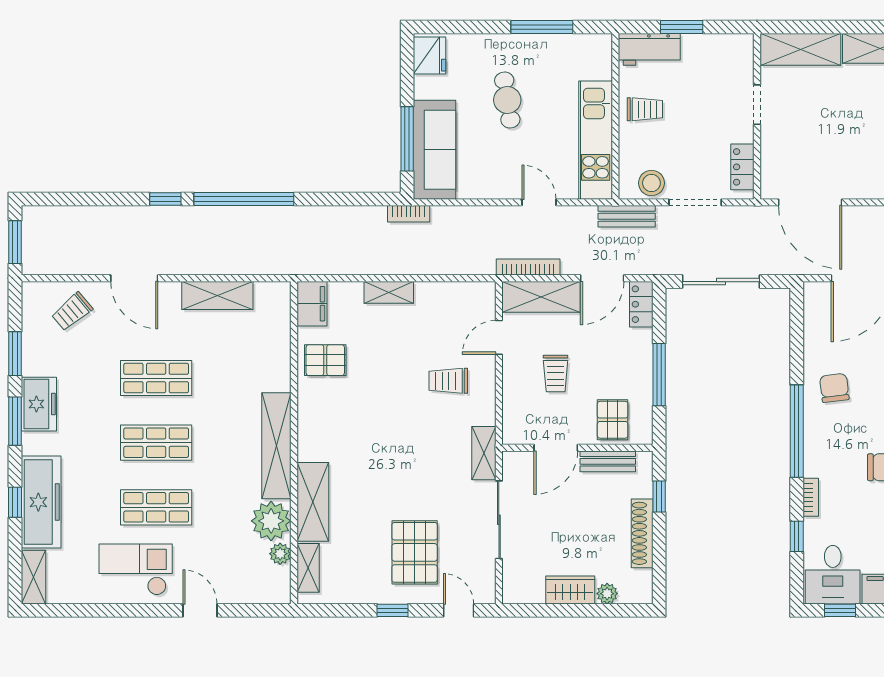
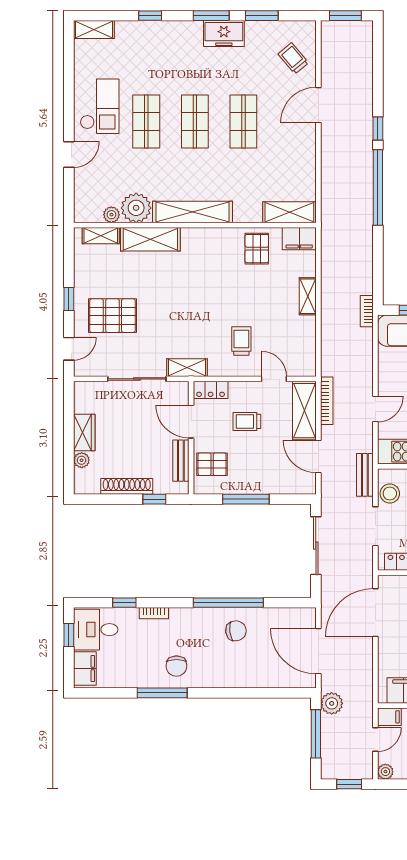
shelving: (217, 295) -> (289, 212), moved, turned 90
locker: (641, 304) -> (211, 390), moved, turned 180
window: (797, 431) -> (228, 603), moved
freezer: (41, 502) -> (150, 35), removed

